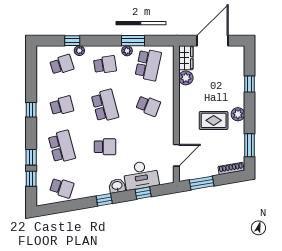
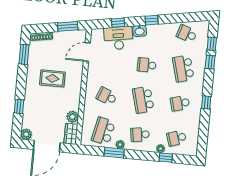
plant: (238, 114) -> (26, 134), moved

